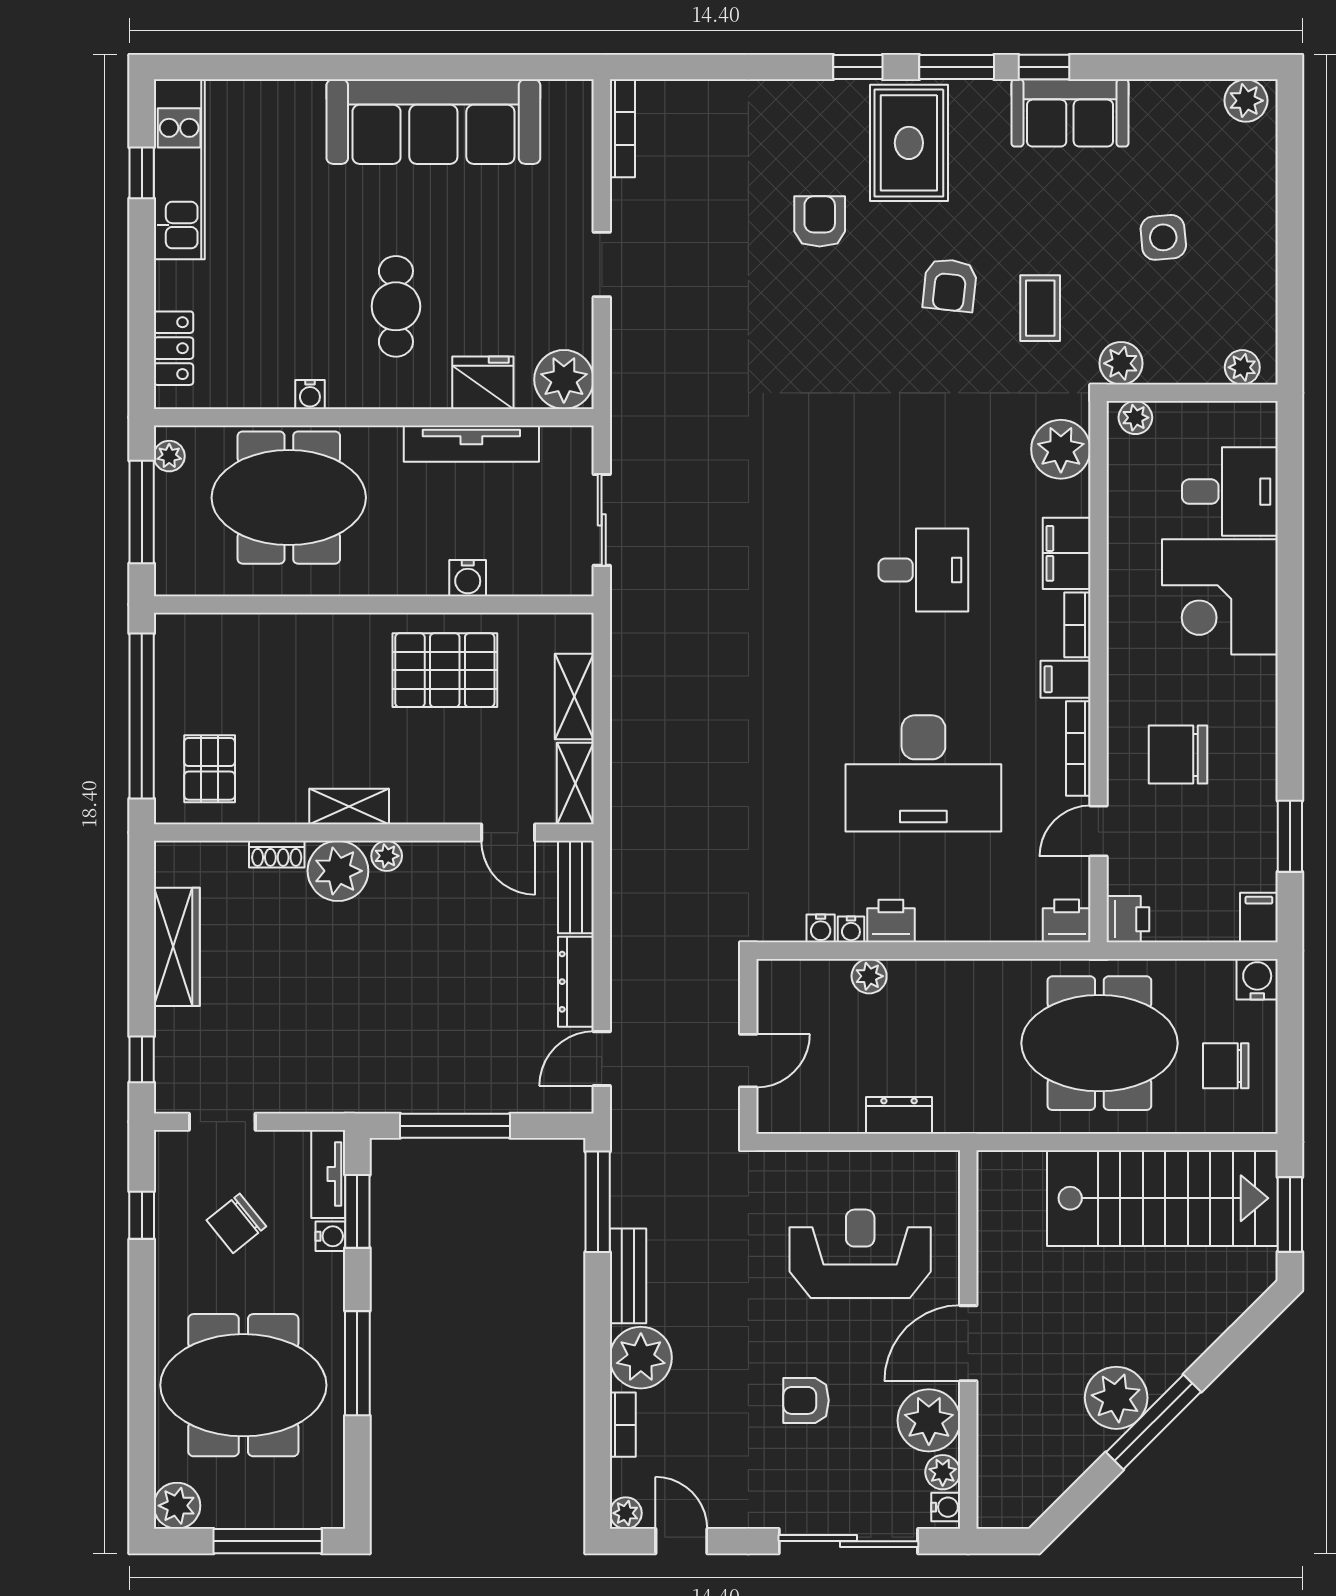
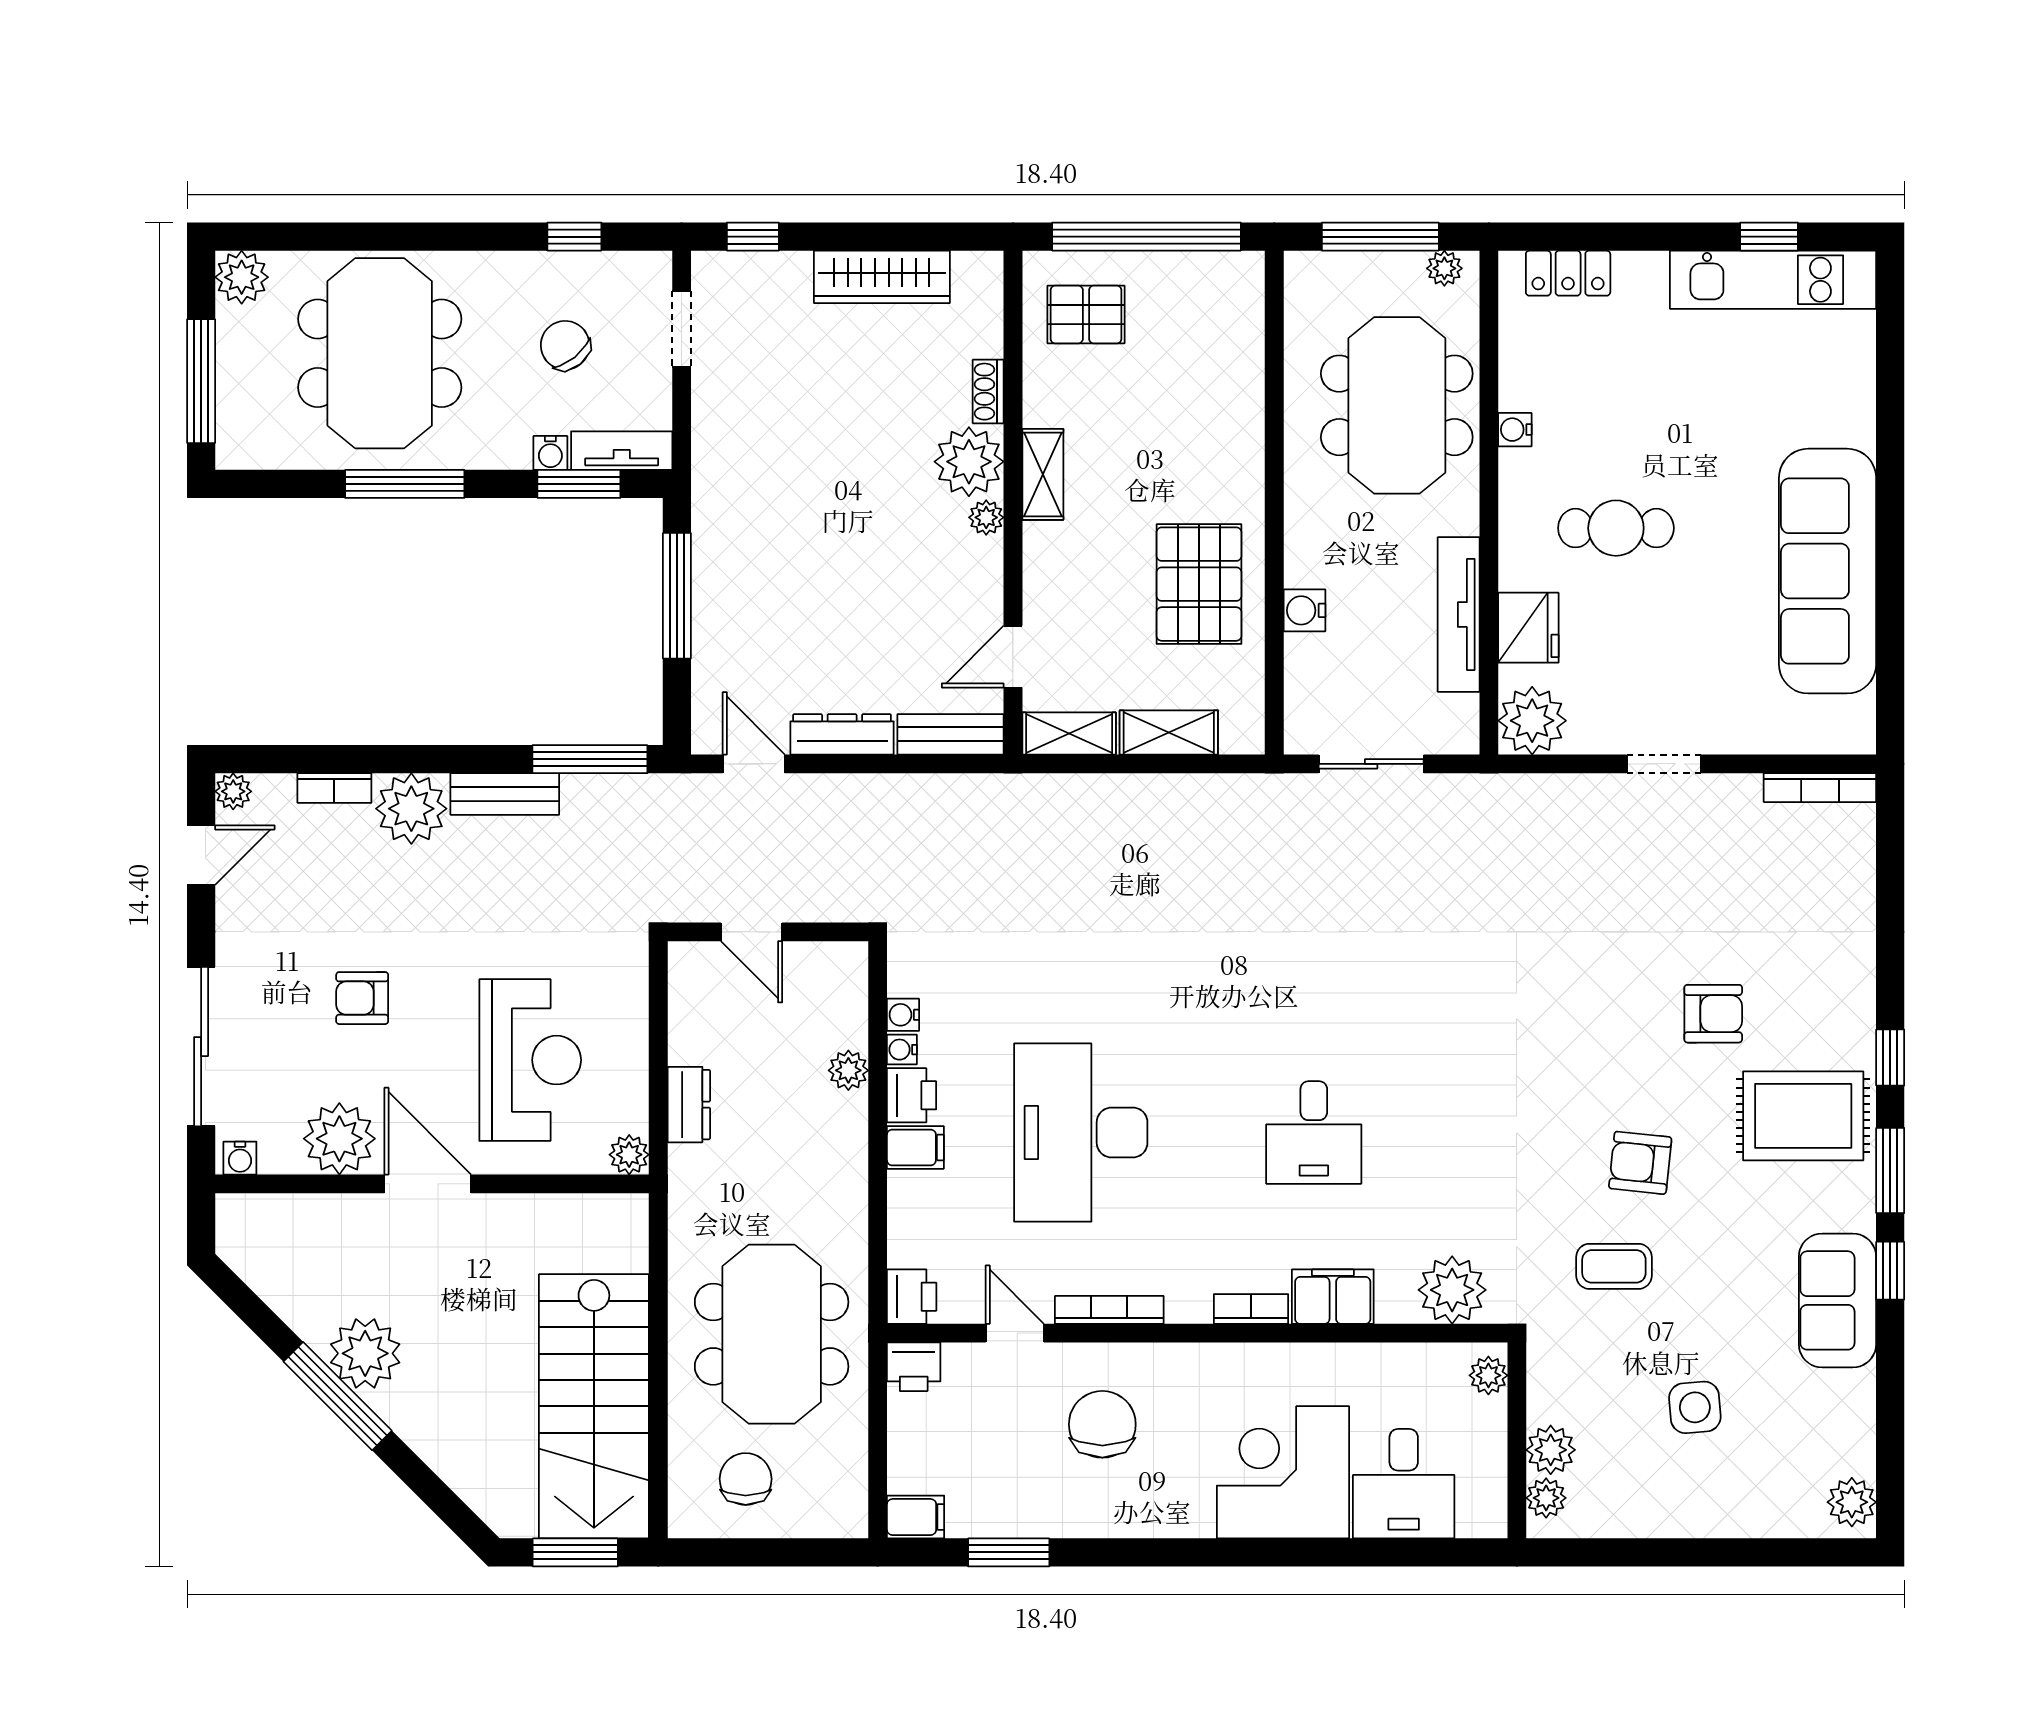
plant: (1121, 363) -> (1551, 1450), moved
filing cabinet: (1066, 679) -> (915, 1147), moved, turned 90
water cooler: (1257, 979) -> (845, 1515), removed
armchair: (806, 1400) -> (362, 998), turned -90
plant: (943, 1472) -> (629, 1155), moved

